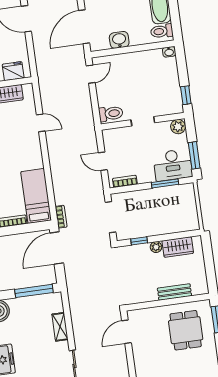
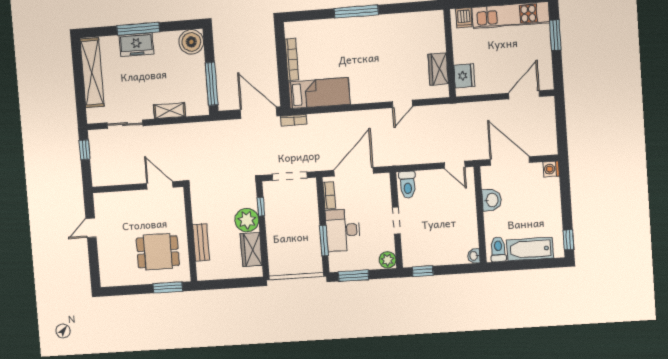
door: (103, 161) -> (354, 172), width x1.87
desk: (173, 165) -> (343, 230), moved
plant: (156, 247) -> (247, 220), width x1.88, depth x1.88

